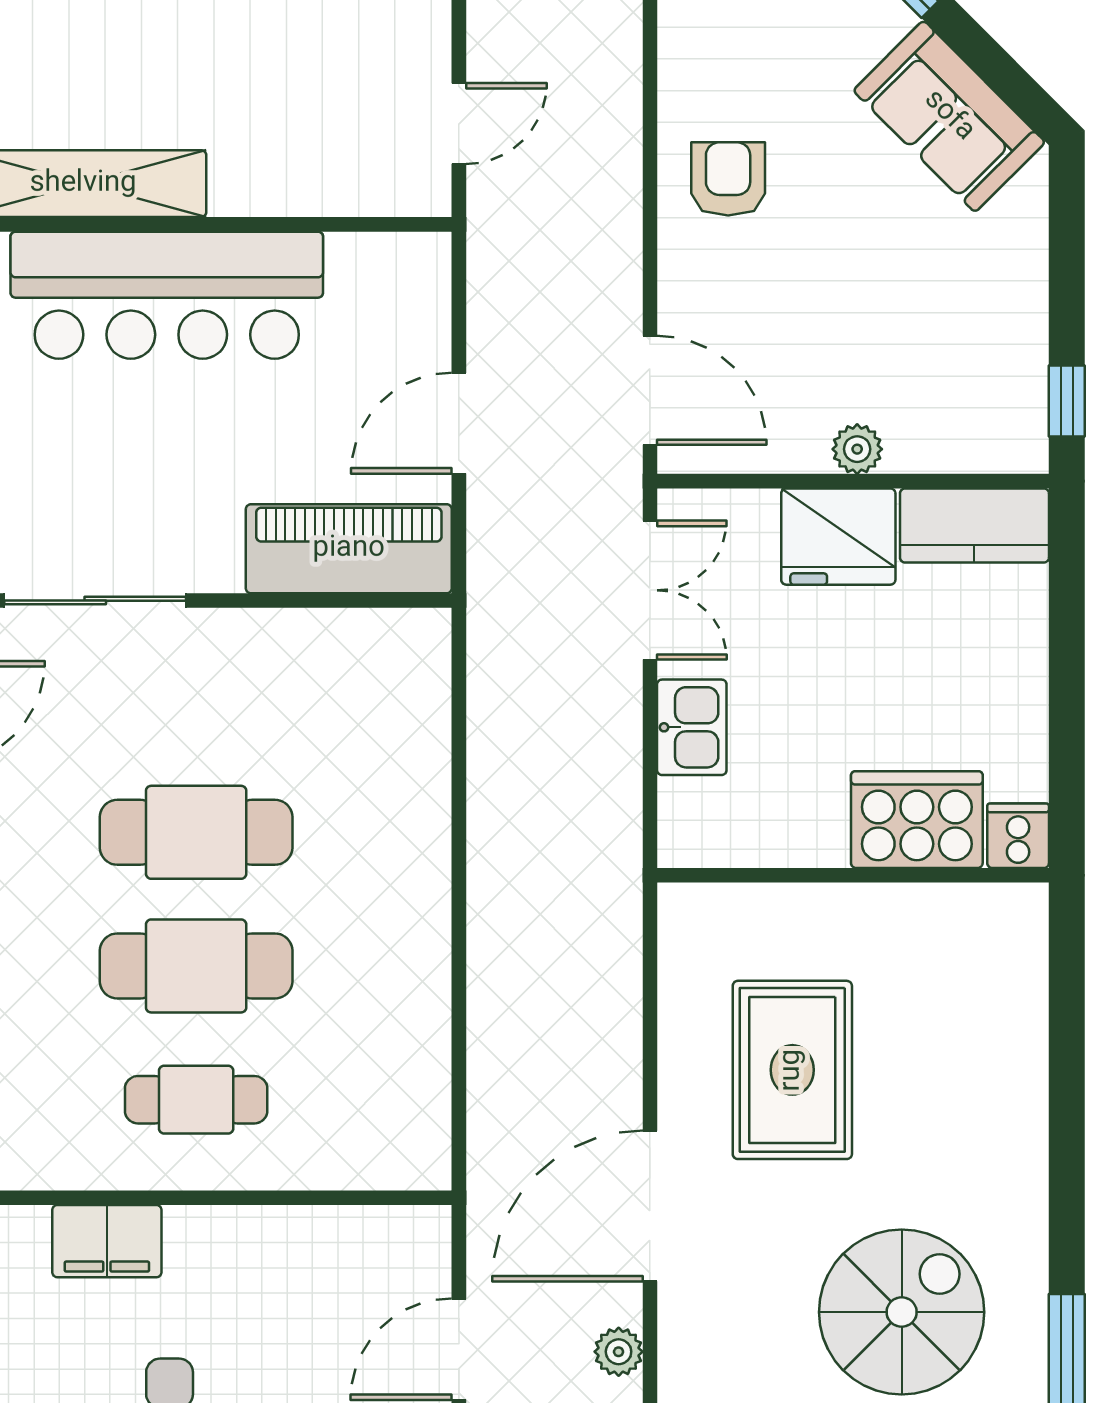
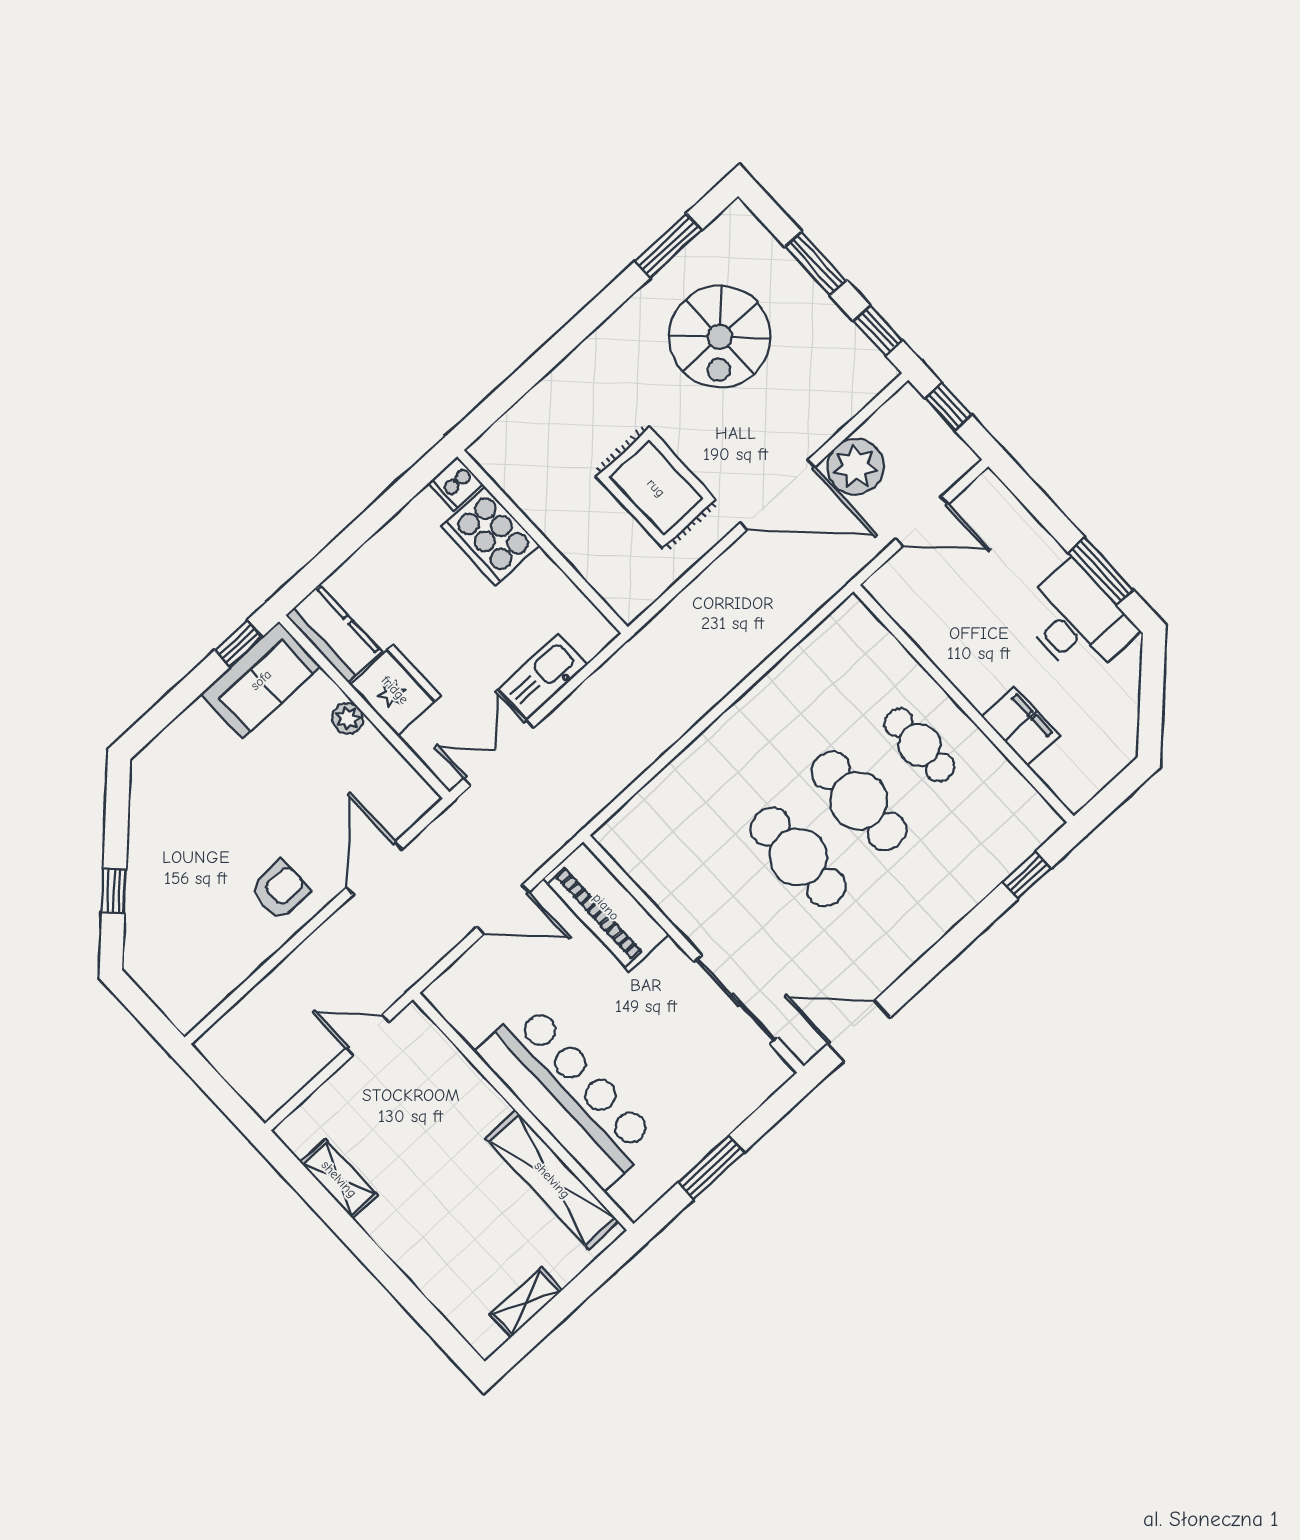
sofa: (949, 116) -> (261, 680), moved, turned 45
armchair: (728, 179) -> (280, 890), turned 180
door: (650, 390) -> (374, 868), moved
kitchen sink: (692, 727) -> (543, 677), width x1.38
rug: (792, 1070) -> (656, 488), turned 90
spiral stairs: (902, 1312) -> (720, 337), turned -90
plant: (619, 1352) -> (856, 467), width x1.88, depth x1.88

